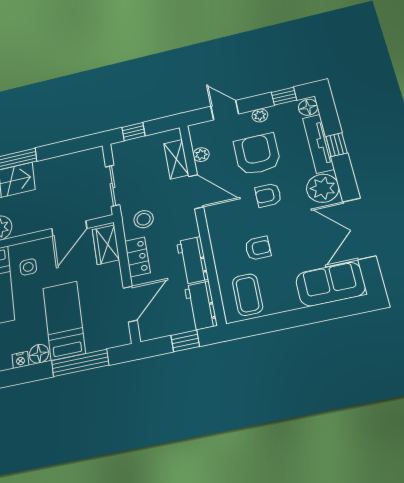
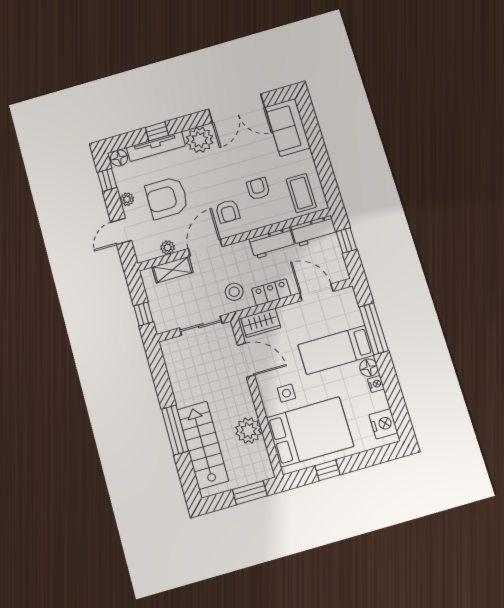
armchair: (268, 195) -> (228, 211), moved
coffee table: (248, 295) -> (301, 193), turned 90

